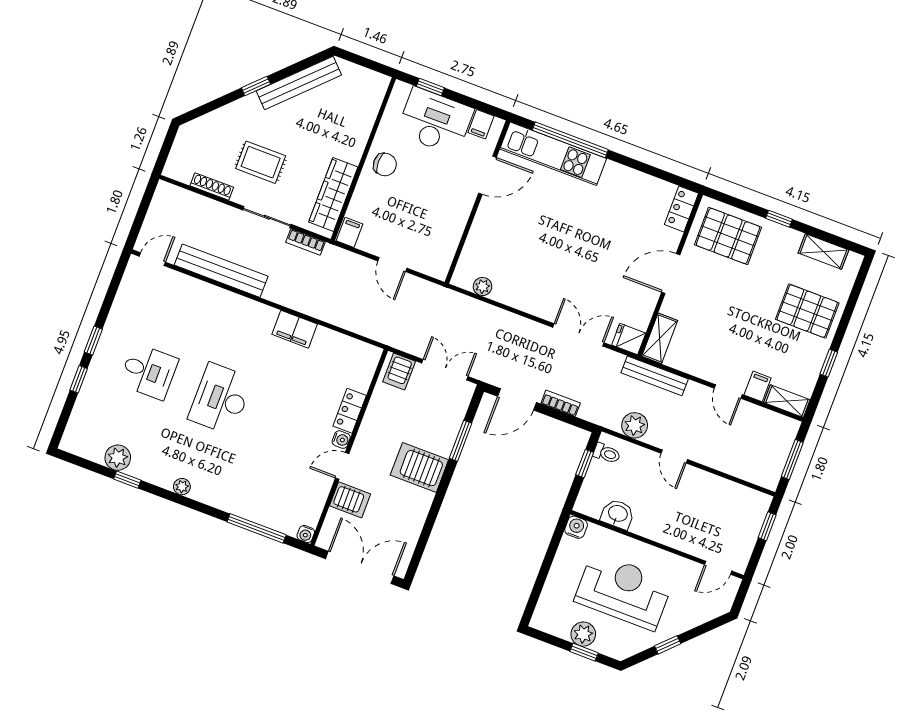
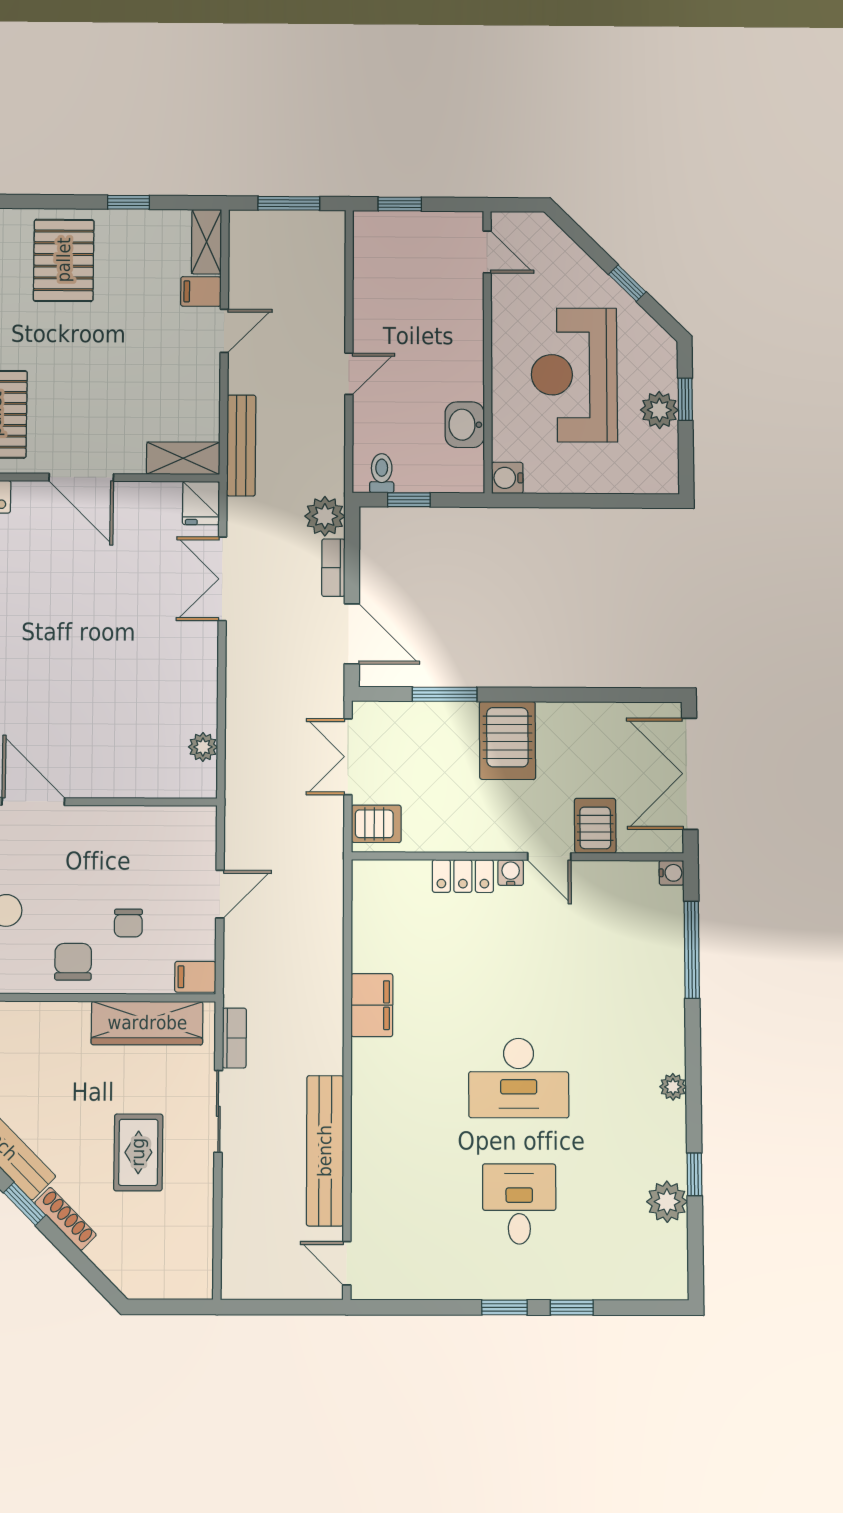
shoe rack: (212, 186) -> (65, 1219), moved, turned 135
chair: (395, 205) -> (128, 923), added
plant: (635, 425) -> (325, 516), moved

